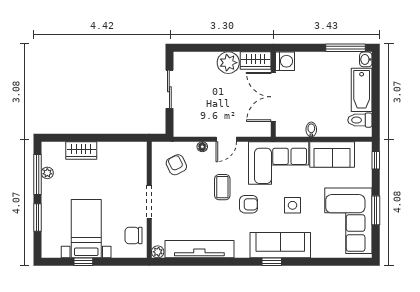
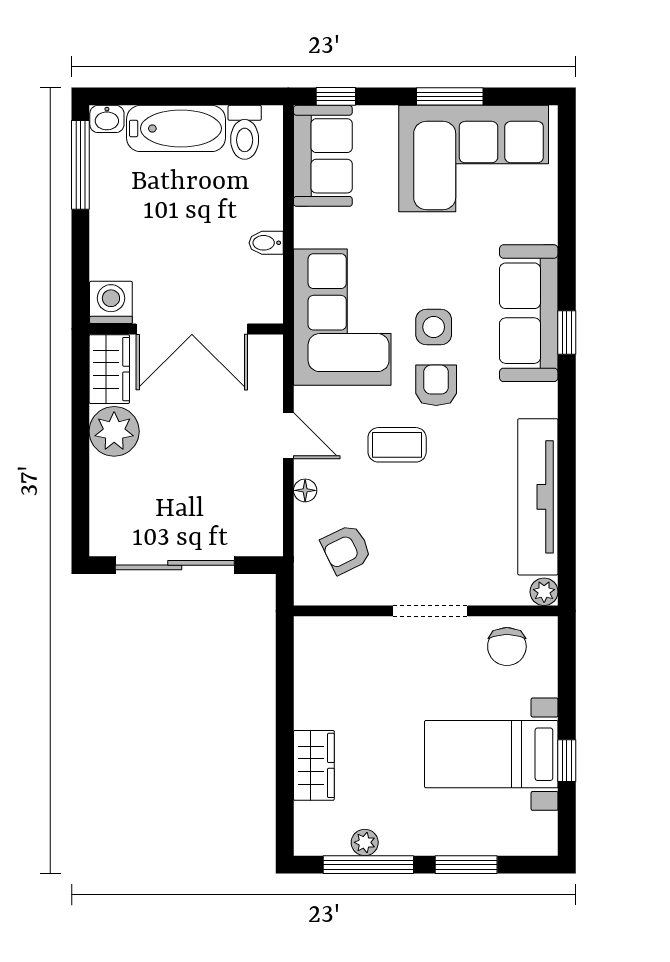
sliding door: (169, 89) -> (175, 565), width x1.37
sofa: (332, 154) -> (323, 156), moved
side table: (293, 205) -> (434, 327), moved

